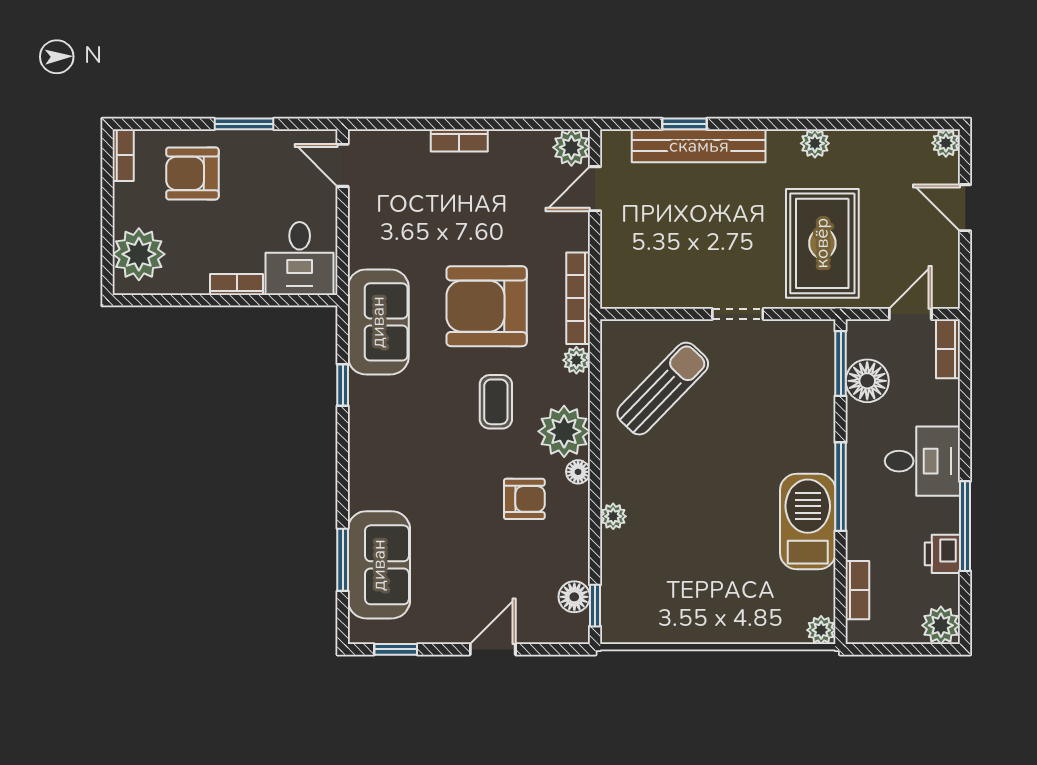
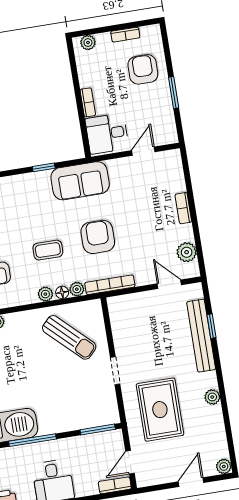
plant: (571, 147) -> (187, 252), moved
bookcase: (123, 155) -> (125, 35), moved
door: (343, 165) -> (143, 151), moved
rug: (822, 243) -> (160, 410), turned 90
plant: (139, 254) -> (88, 43), width x0.53, depth x0.53
armchair: (487, 306) -> (98, 237), width x0.73, depth x0.73
door: (910, 314) -> (130, 462), swing flipped
floor lamp: (867, 381) -> (91, 445), removed
plant: (564, 431) -> (45, 294), width x0.53, depth x0.53
floor lamp: (578, 472) -> (62, 292), moved

